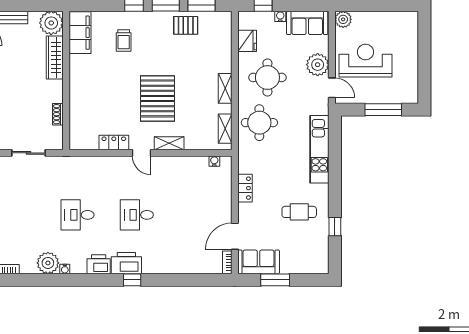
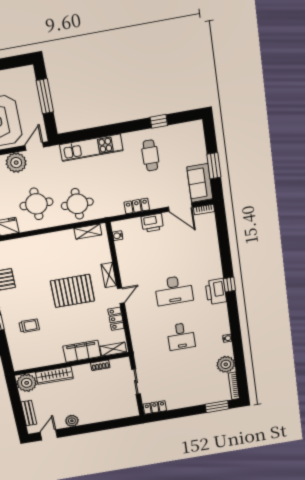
filing cabinet: (80, 33) -> (82, 351), moved
shelving: (225, 88) -> (113, 349), moved
desk: (137, 215) -> (174, 290), width x1.37
plant: (48, 263) -> (226, 364), moved
printer: (99, 264) -> (152, 223), moved, turned -90

